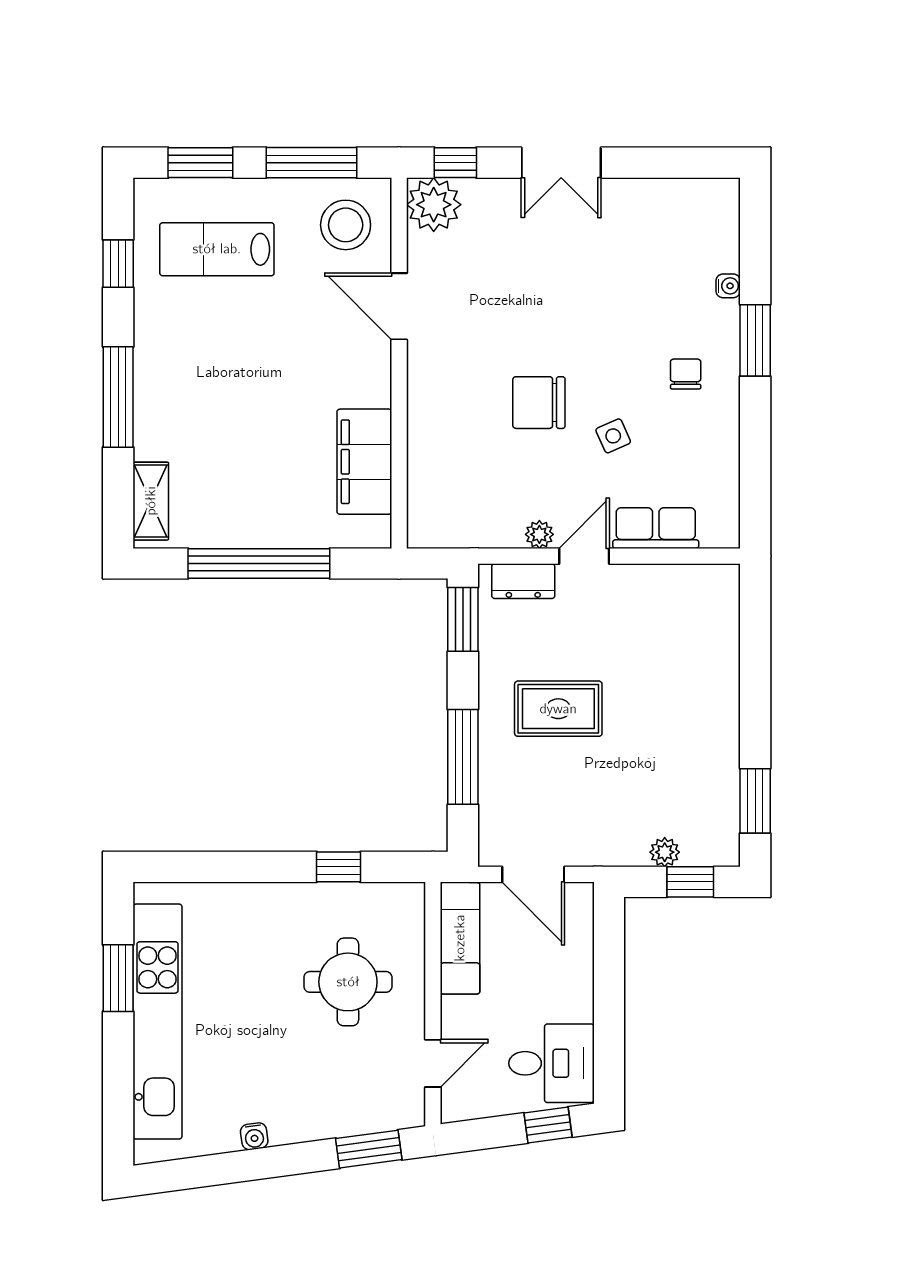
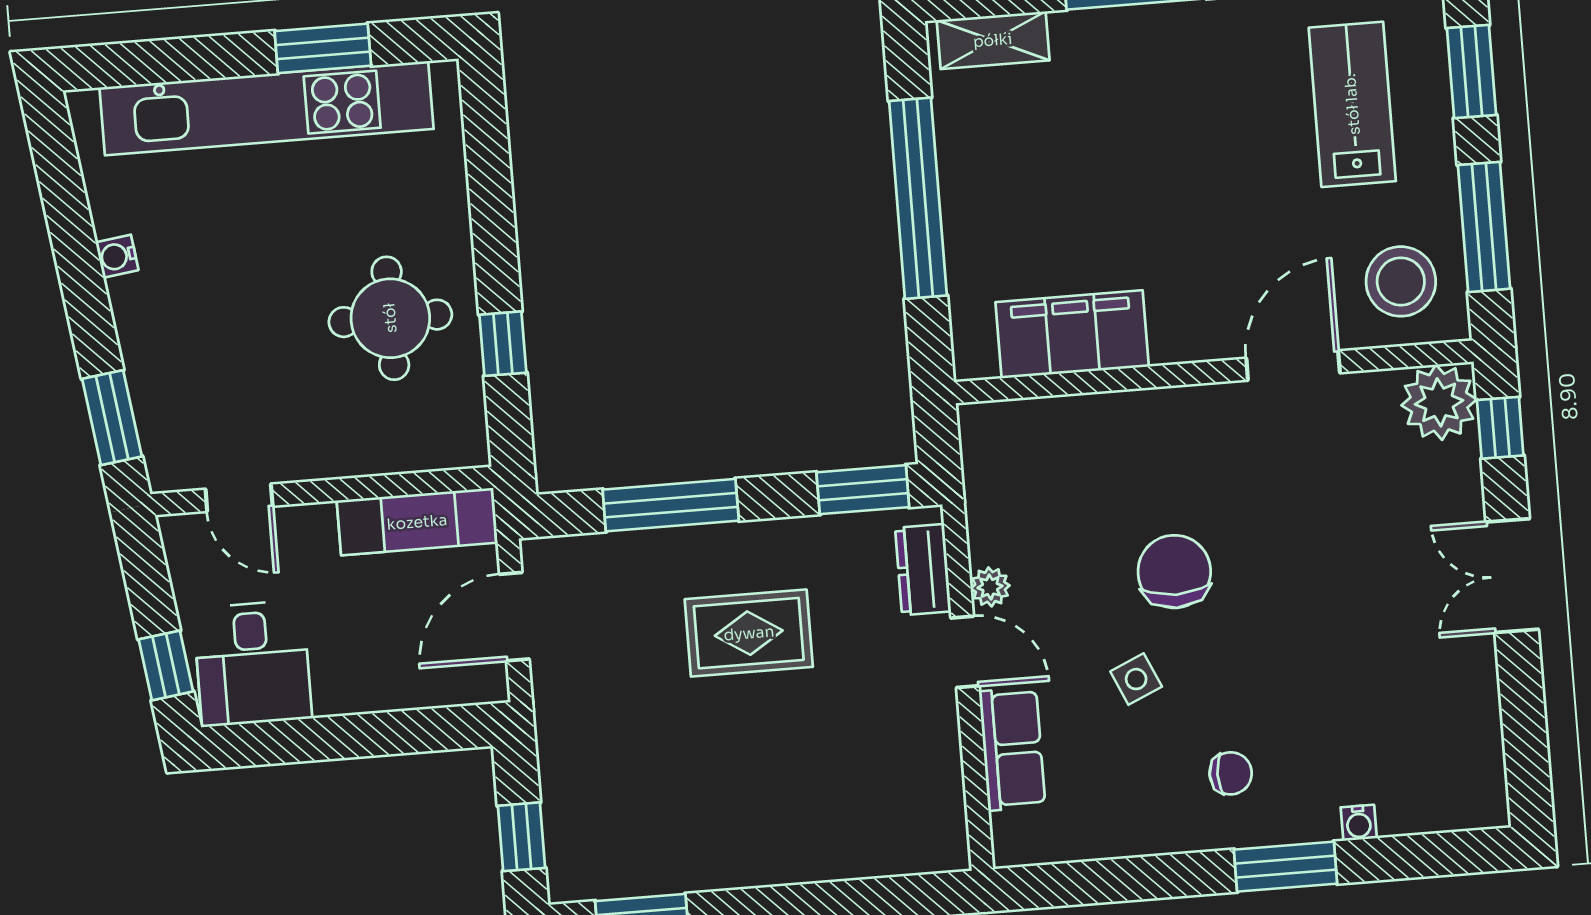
rug: (558, 709) -> (749, 633), turned 90
plant: (665, 852) -> (560, 798), removed
round table: (348, 982) -> (390, 318), moved

